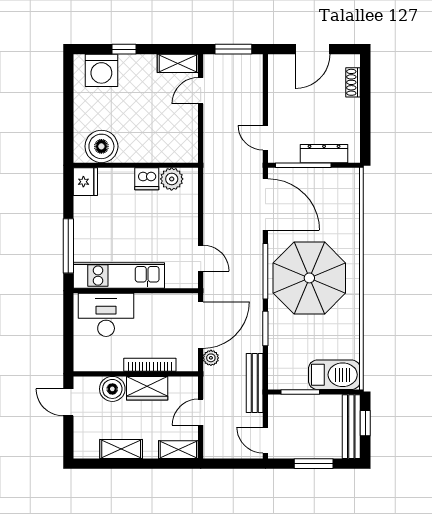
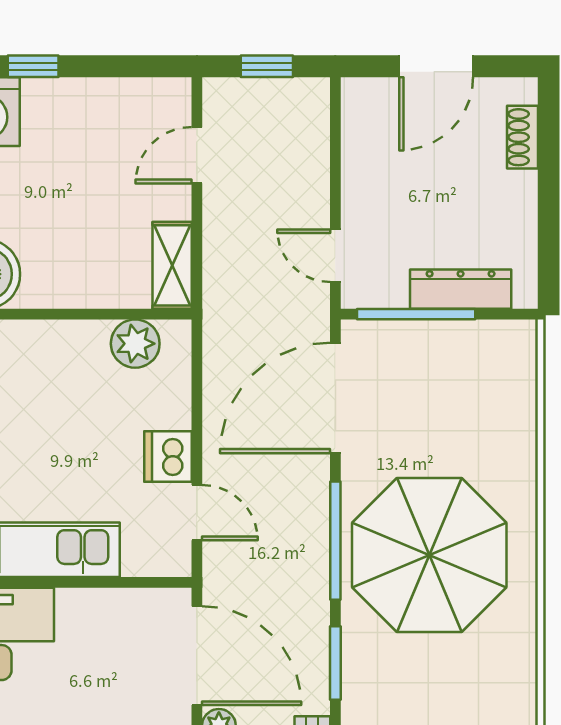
window: (233, 49) -> (267, 66), width x0.67
shelving: (178, 63) -> (172, 265), moved, turned 90
dishwasher: (147, 179) -> (168, 456), moved, turned 90
door: (265, 204) -> (335, 398), swing flipped
door: (201, 325) -> (197, 656), hinge flipped

